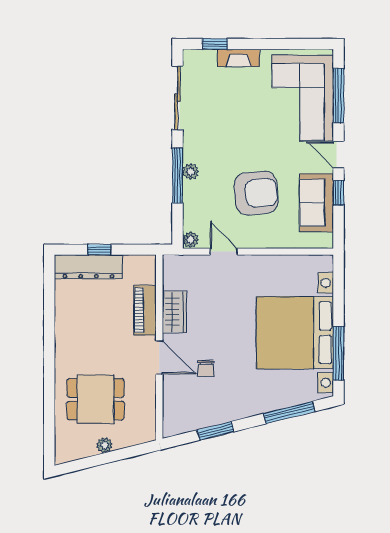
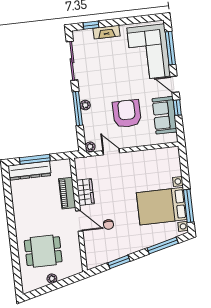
armchair: (256, 193) -> (127, 114), turned -85
window: (99, 250) -> (35, 159), width x2.17
bed with nightstands: (295, 333) -> (162, 206), width x0.73

